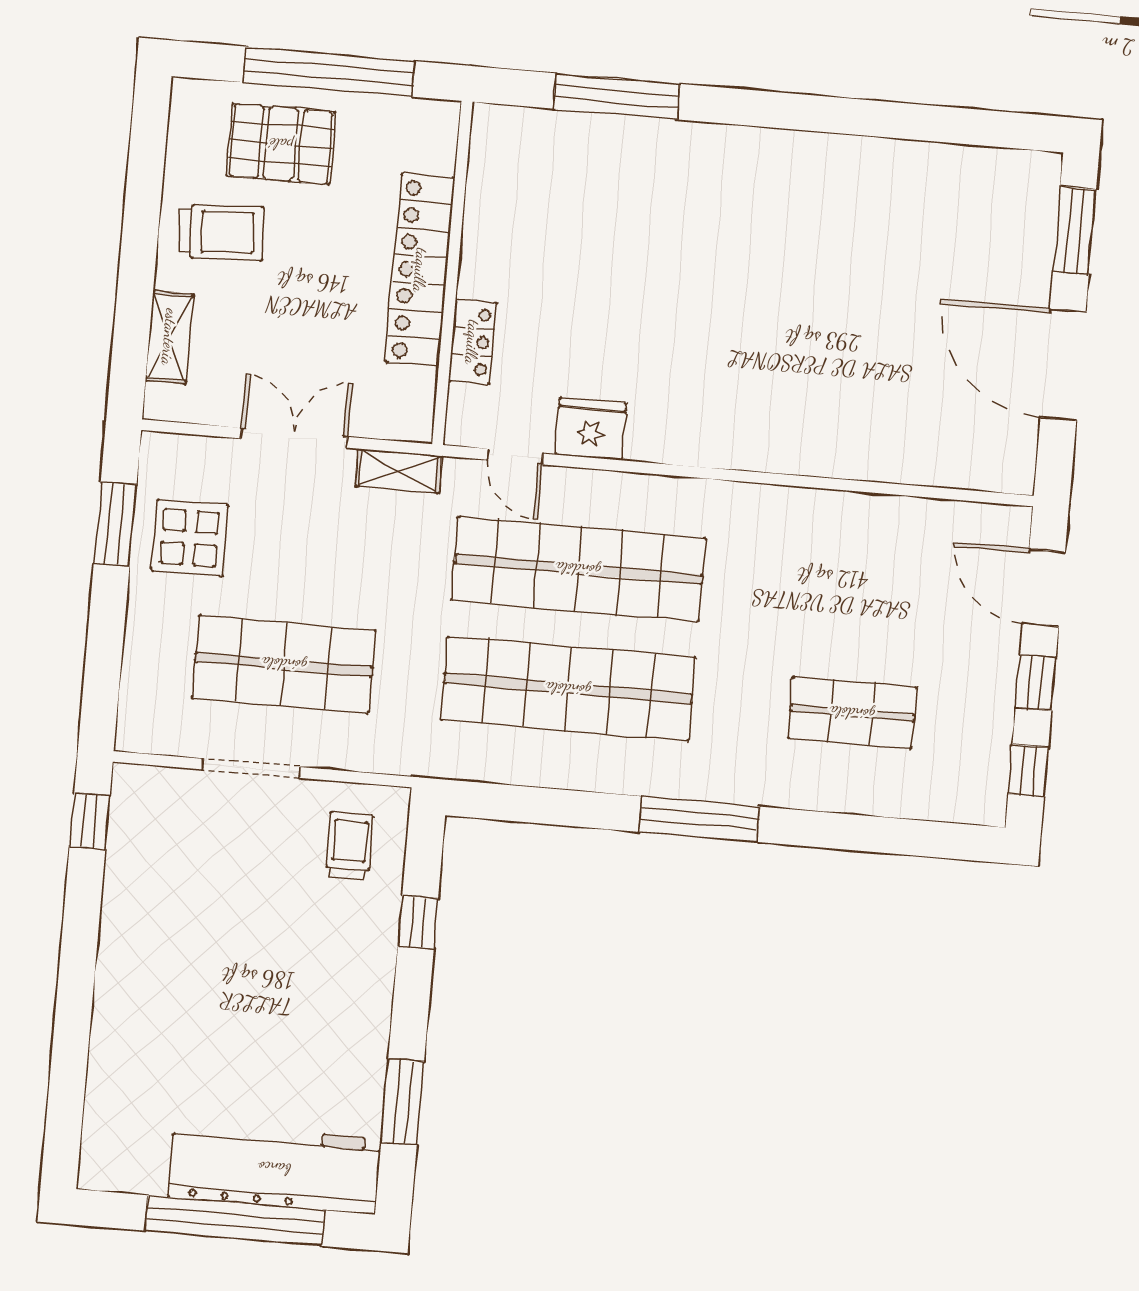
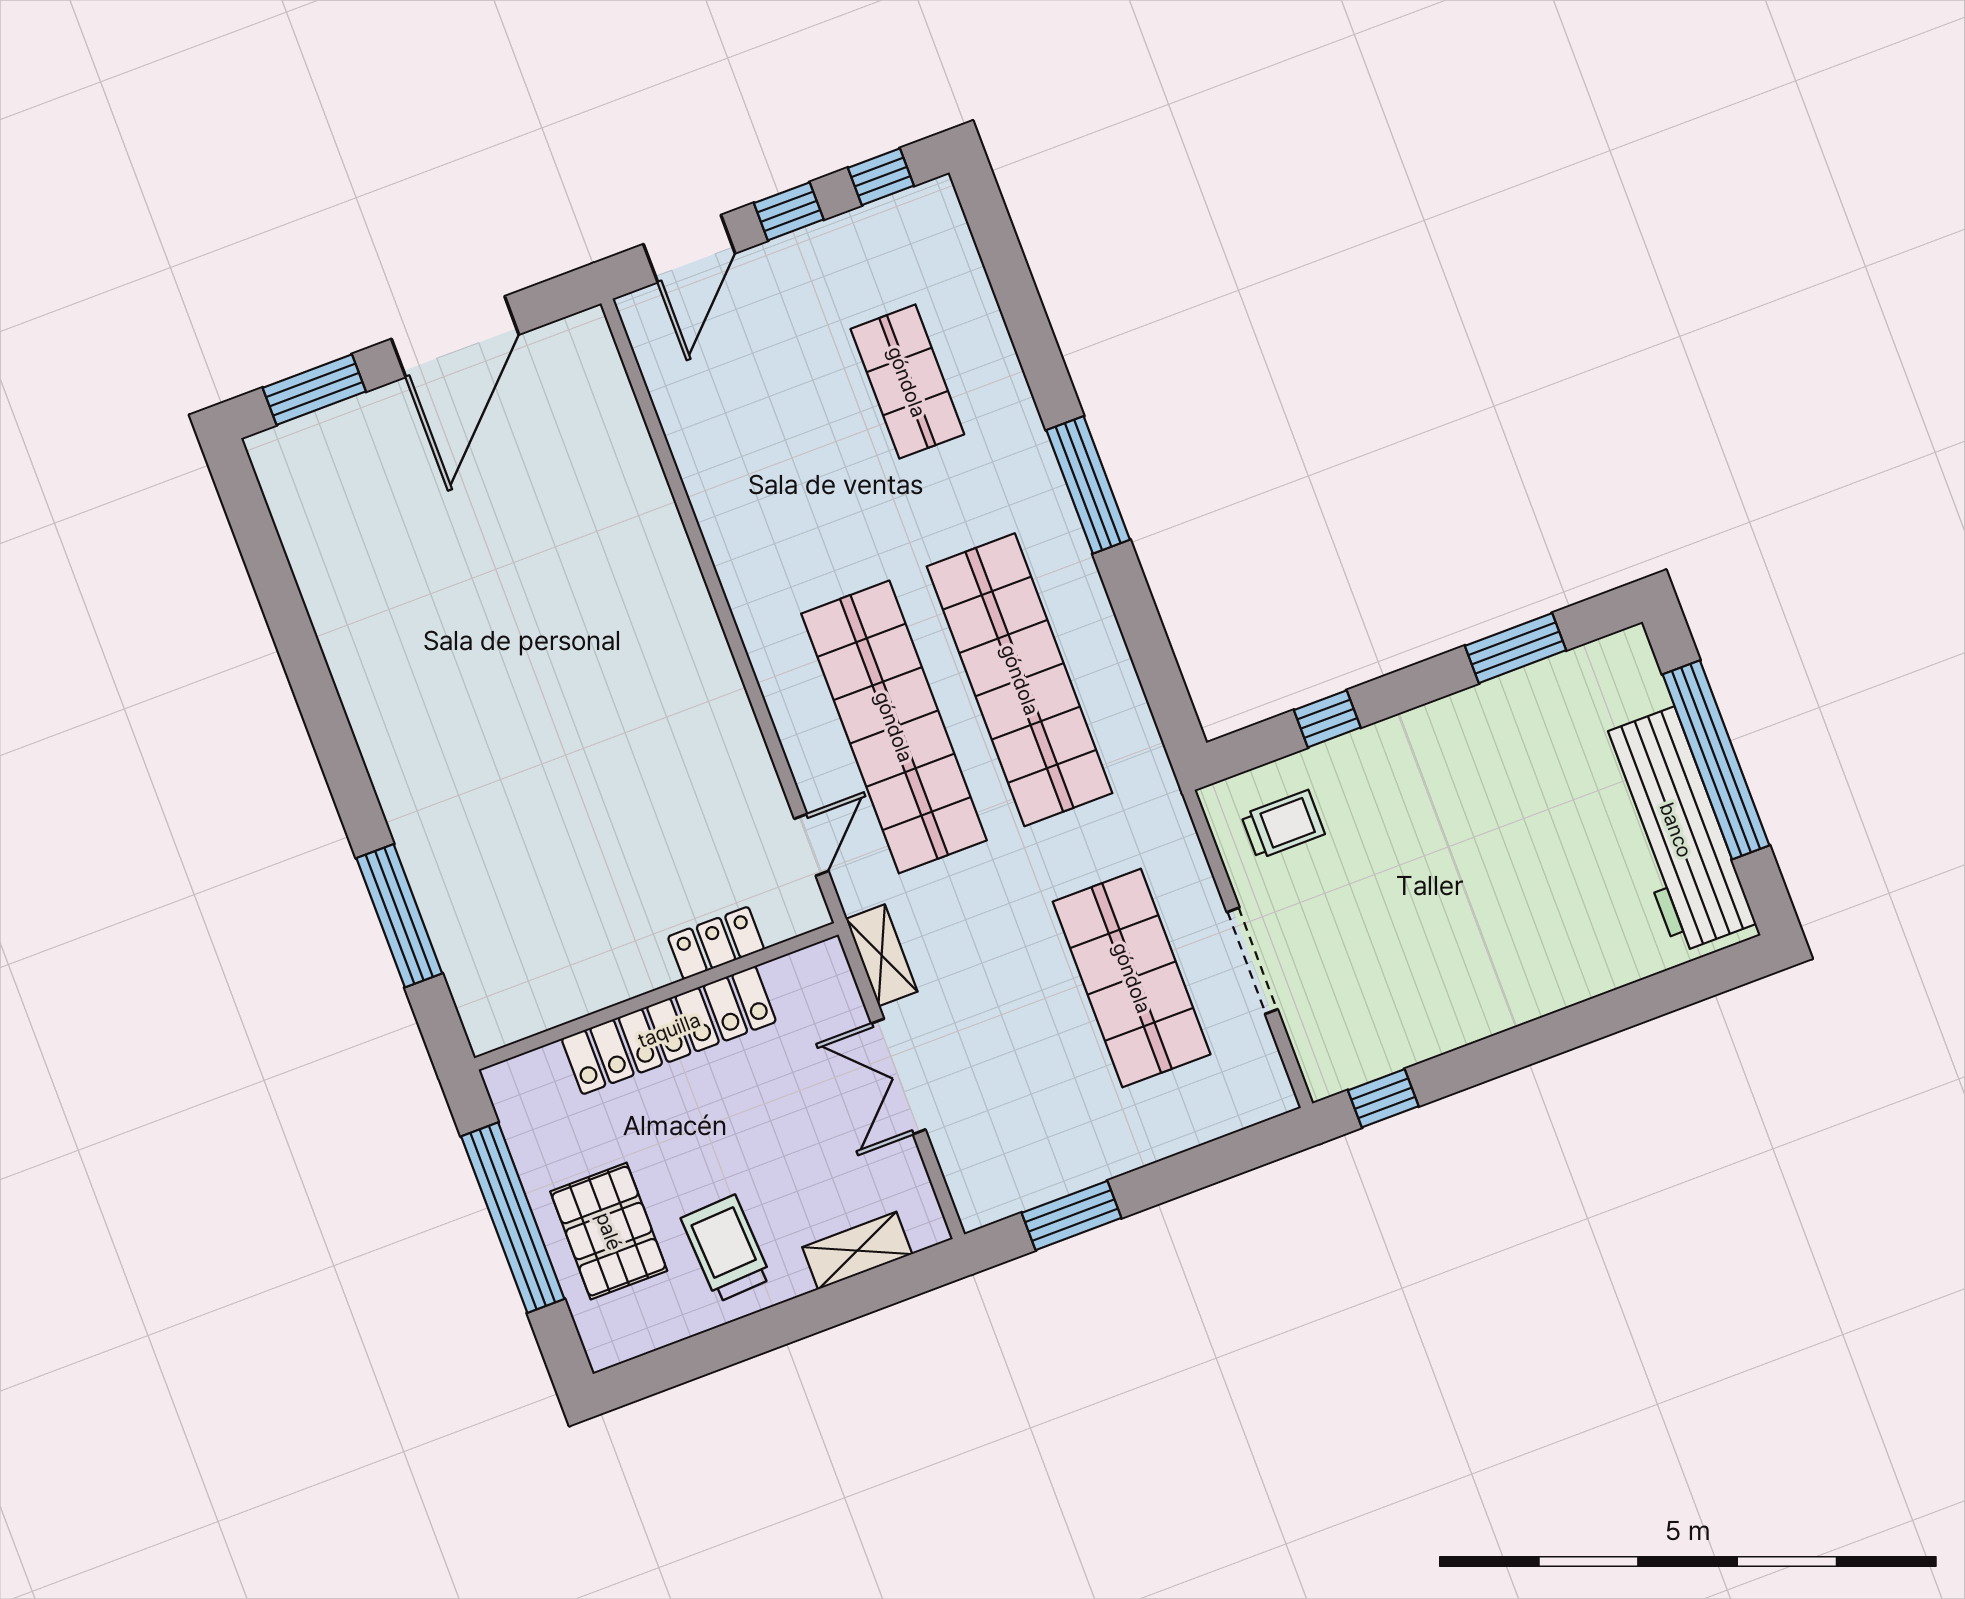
fridge: (591, 429) -> (747, 782), removed
display table: (190, 538) -> (1049, 1134), removed
trolley: (350, 846) -> (1283, 825), turned 180
workbench: (274, 1168) -> (1676, 830), moved

